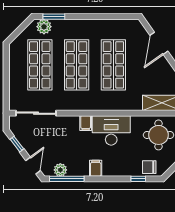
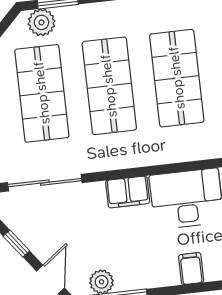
filing cabinet: (86, 123) -> (128, 192), width x2.00
filing cabinet: (96, 168) -> (191, 269), moved

